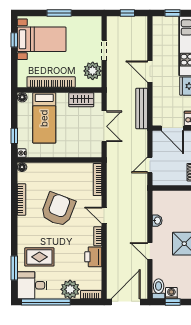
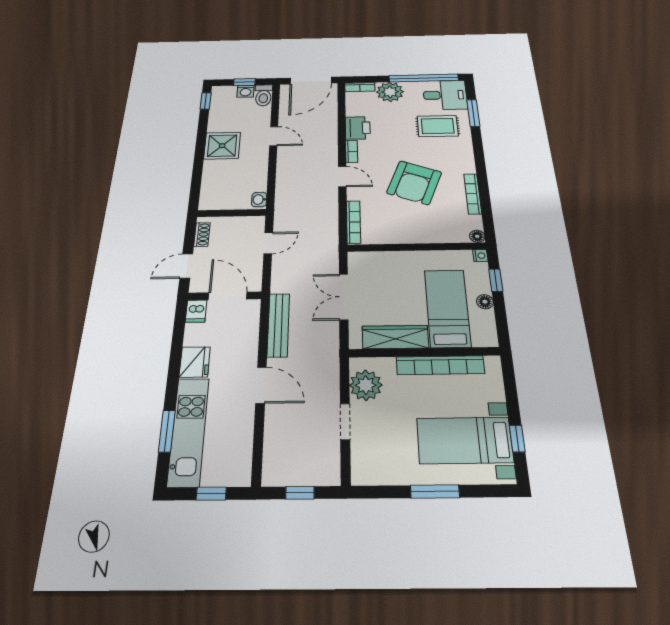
floor lamp: (22, 97) -> (485, 302), moved
wardrobe: (81, 100) -> (395, 337), width x1.50
washbasin: (157, 221) -> (259, 200), moved

